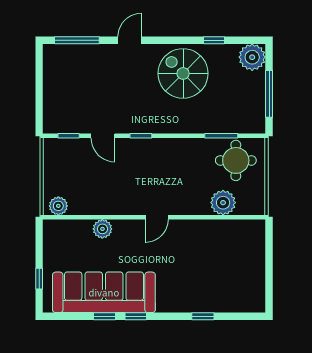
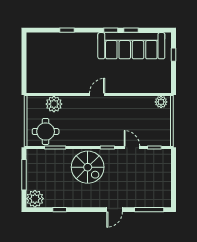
spiral stairs: (183, 73) -> (88, 167), moved
plant: (102, 229) -> (132, 87), removed

